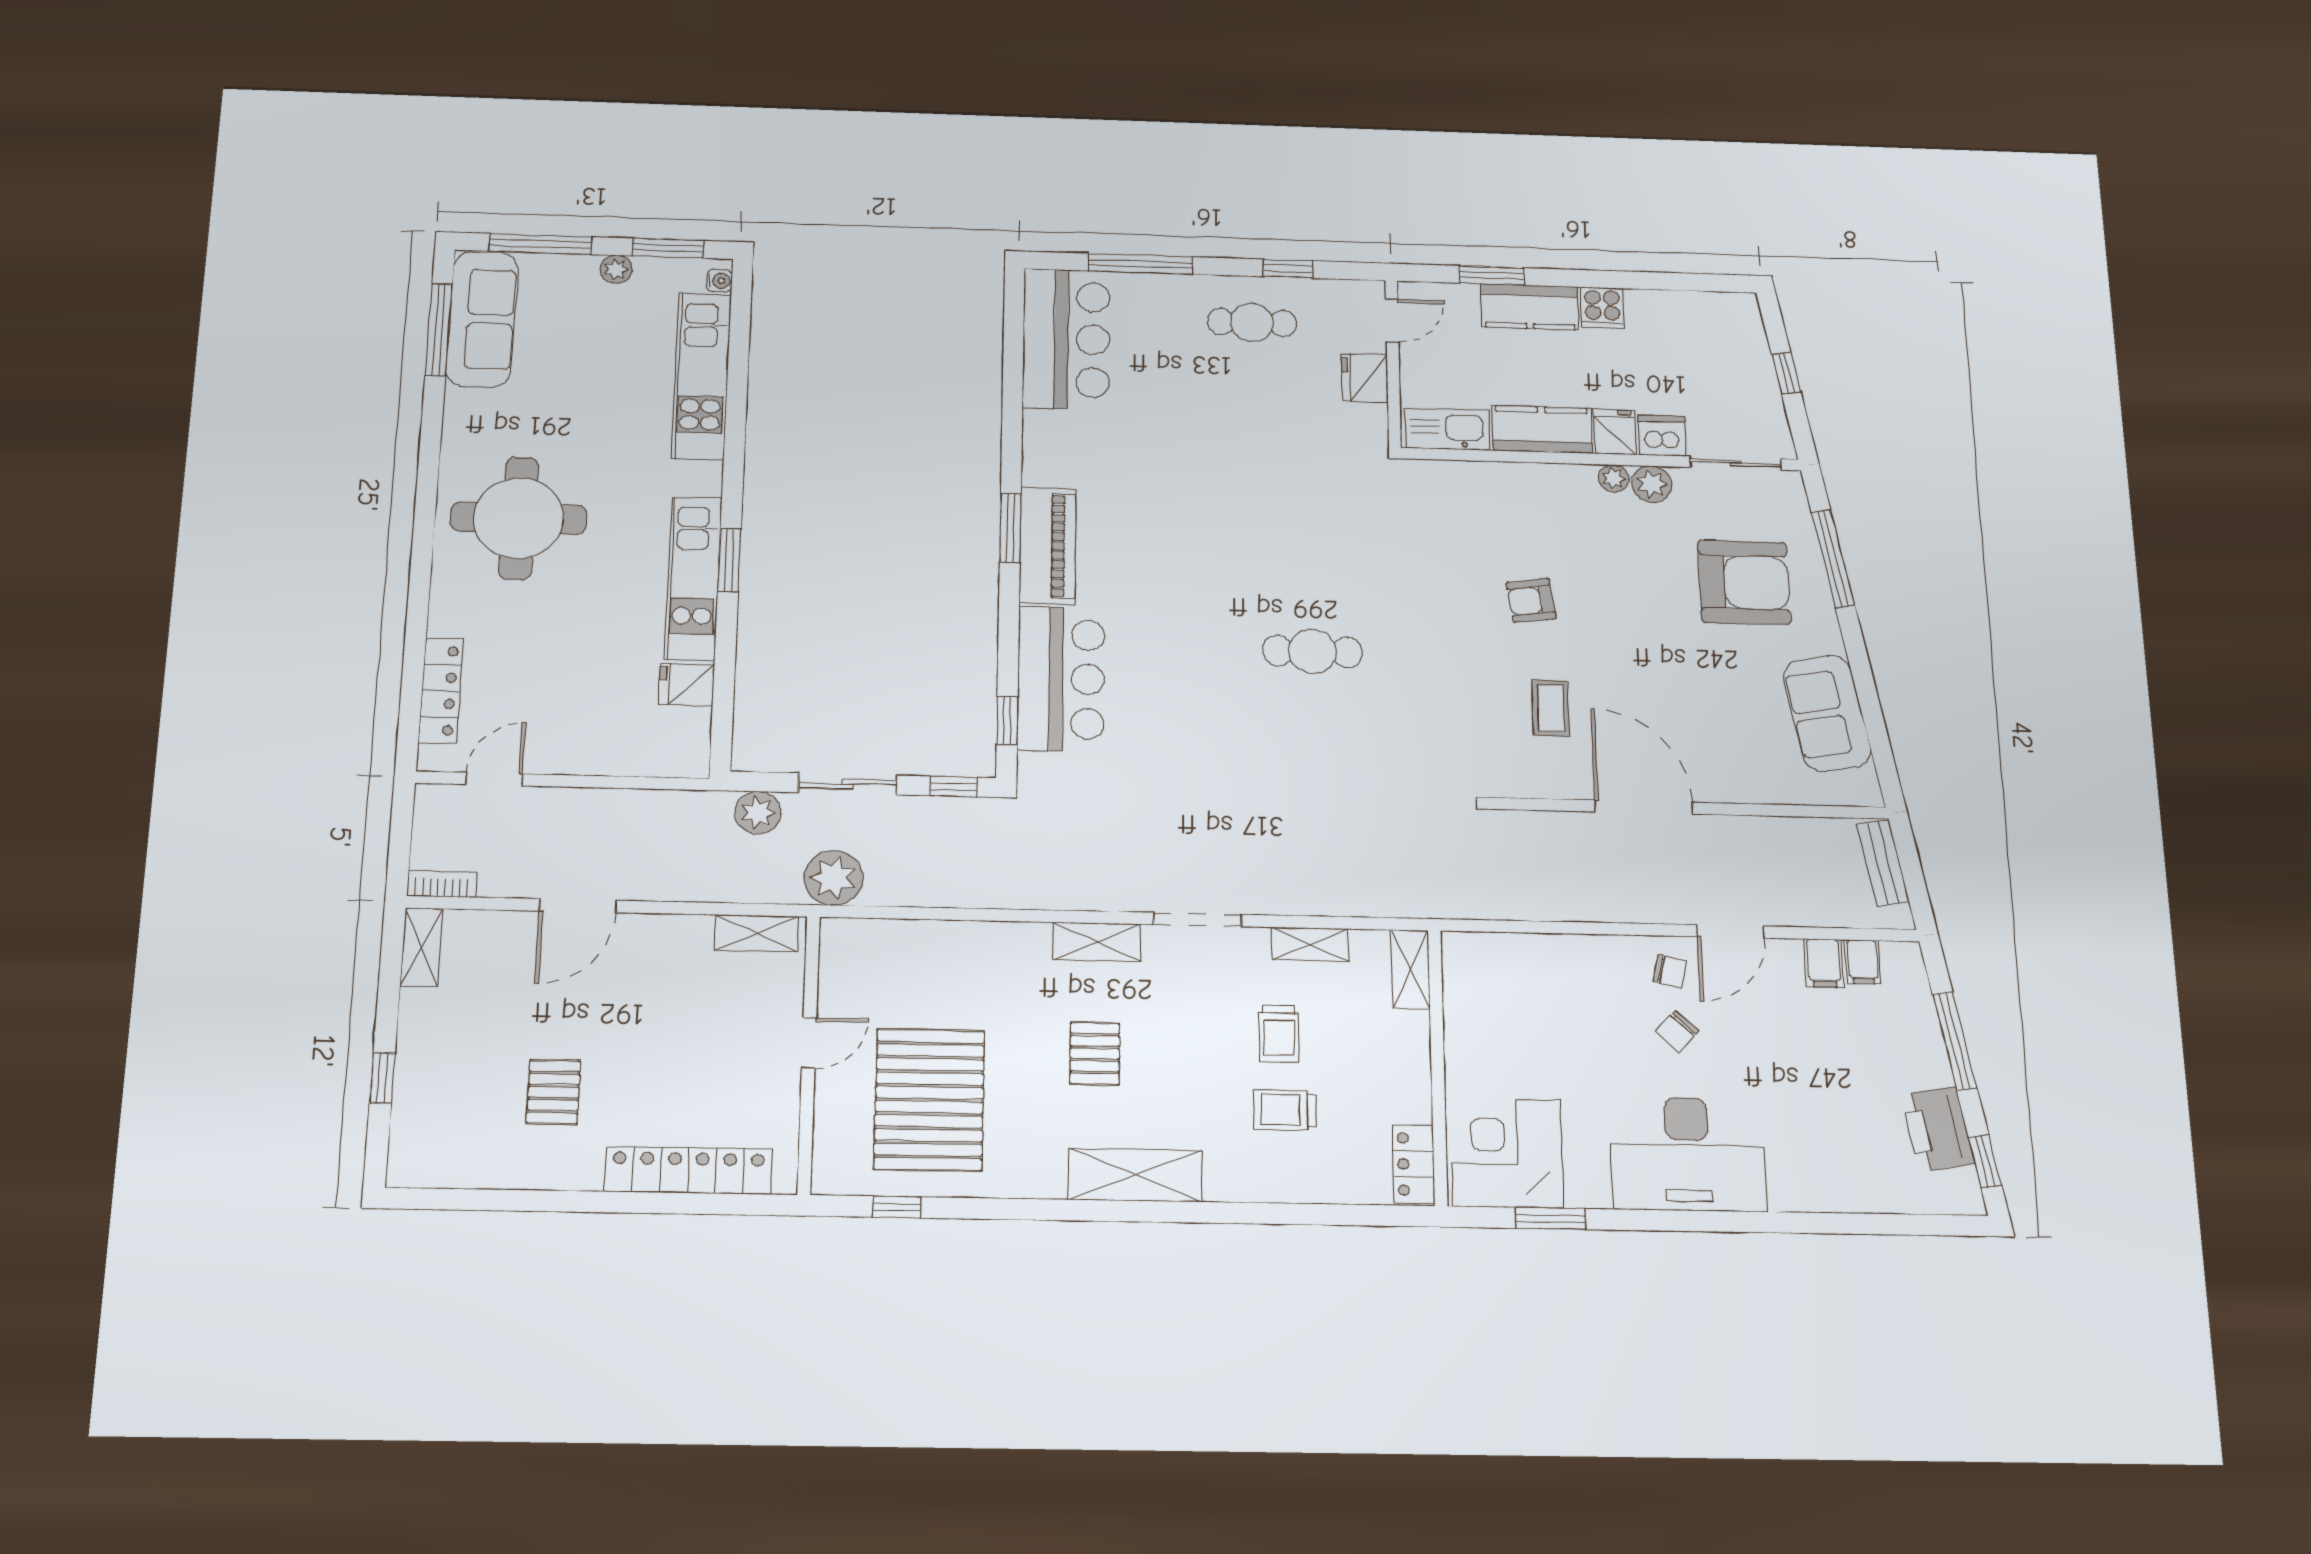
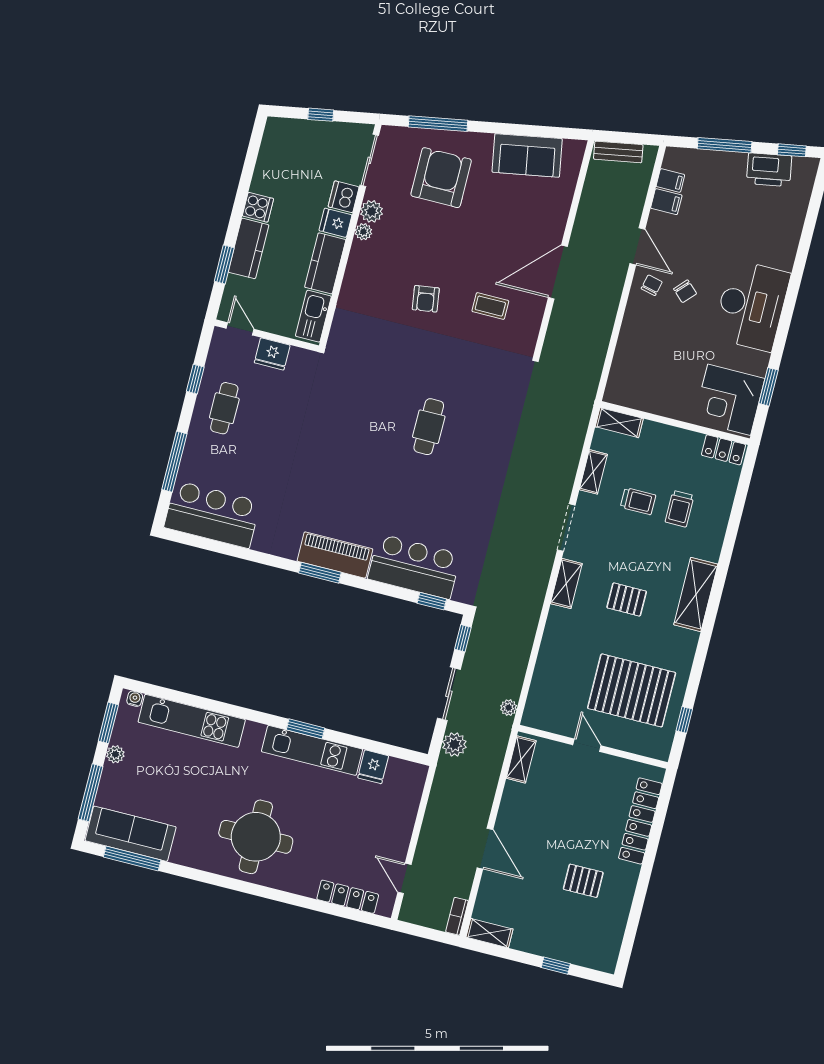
plant: (834, 878) -> (509, 708), width x0.53, depth x0.53

